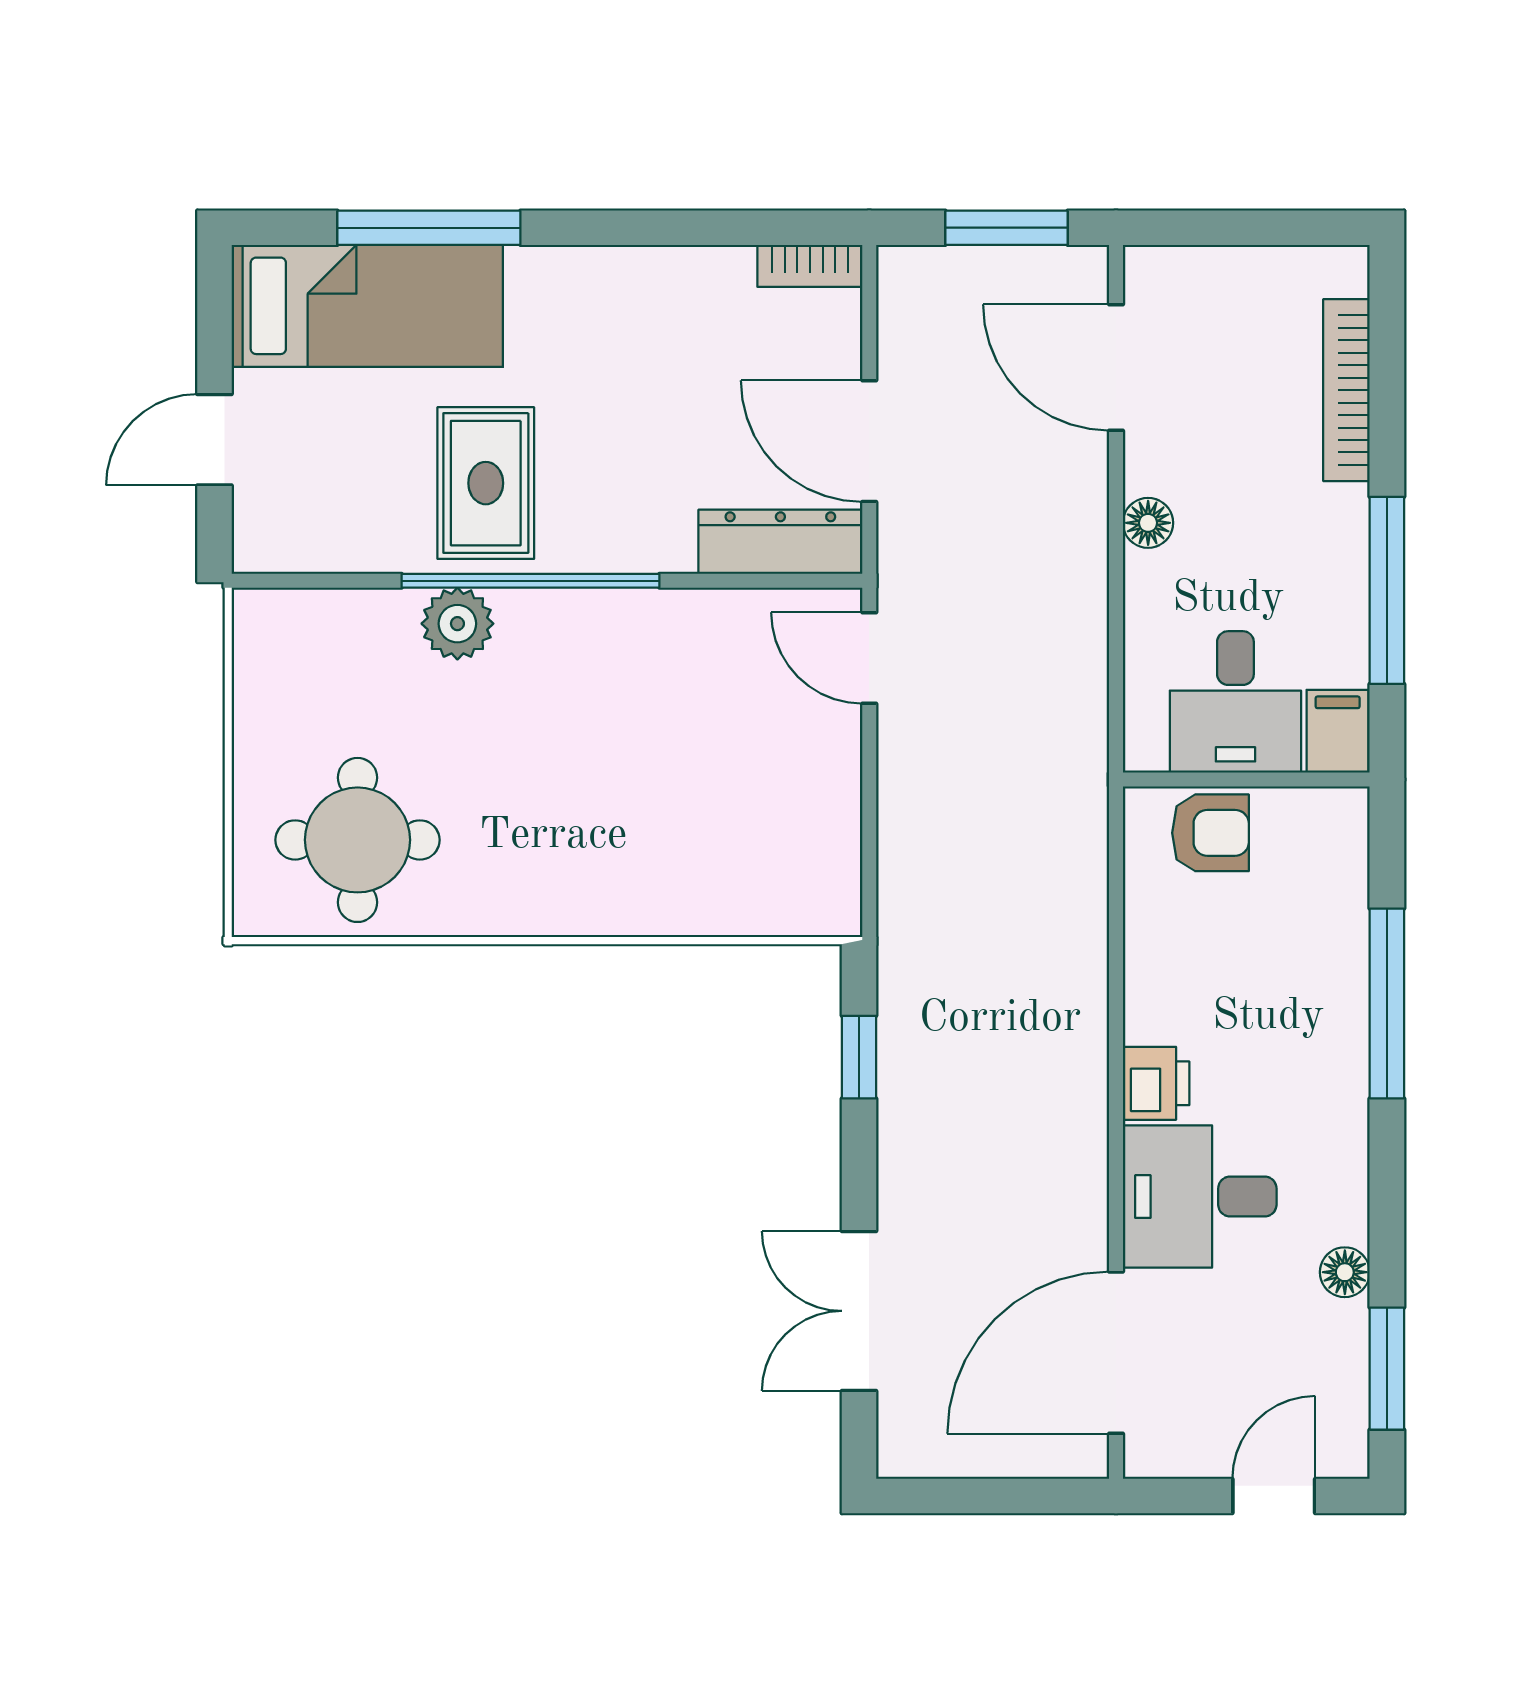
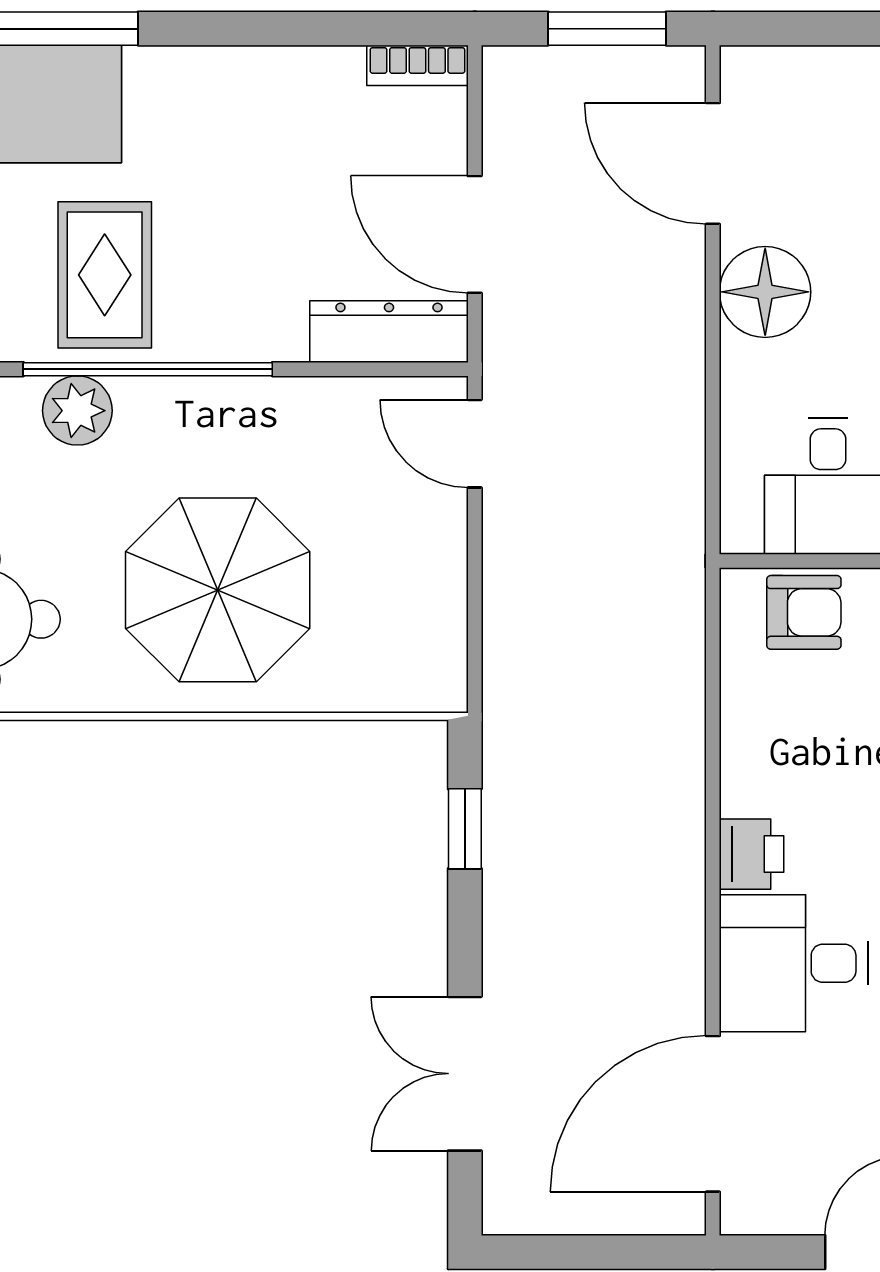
floor lamp: (1148, 523) -> (765, 292), width x1.89, depth x1.89
parasol: (603, 810) -> (218, 590), added

